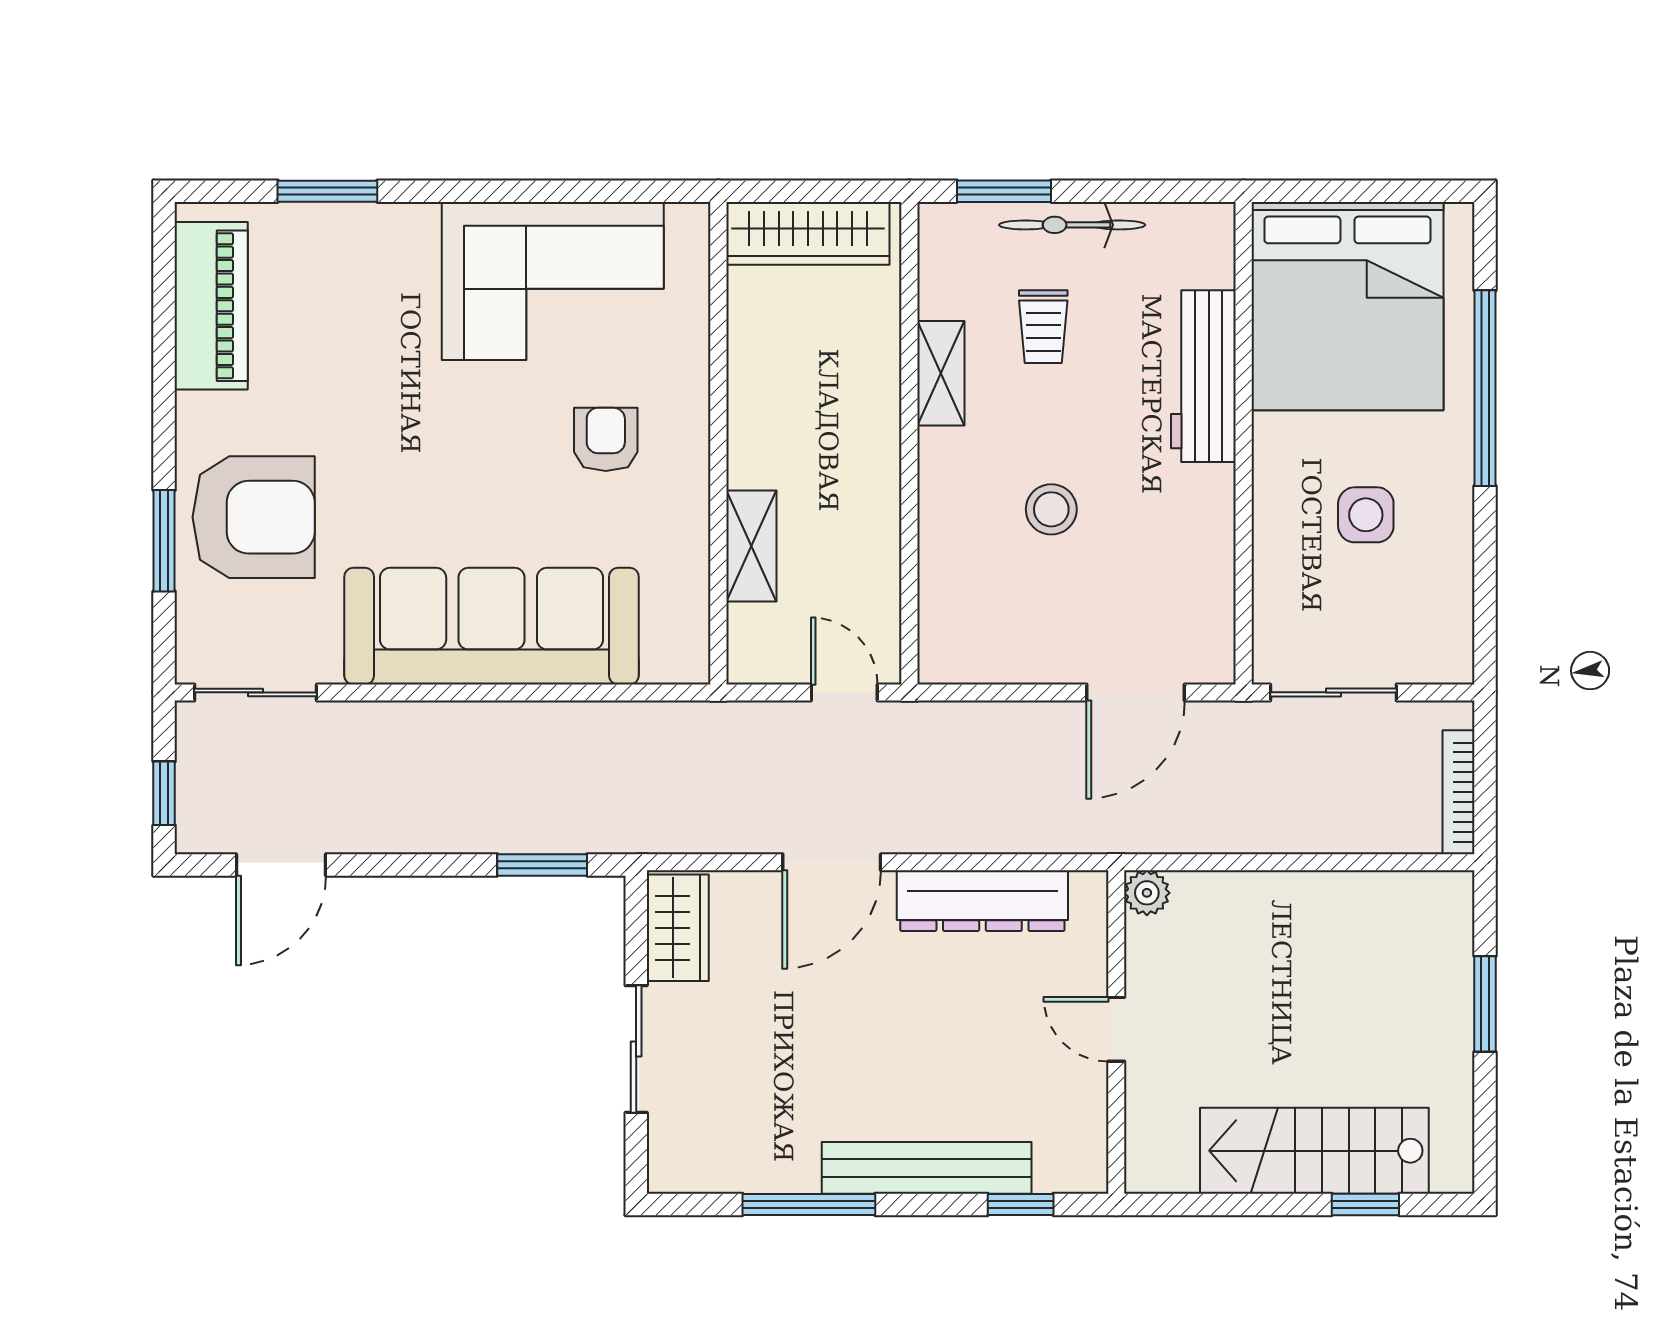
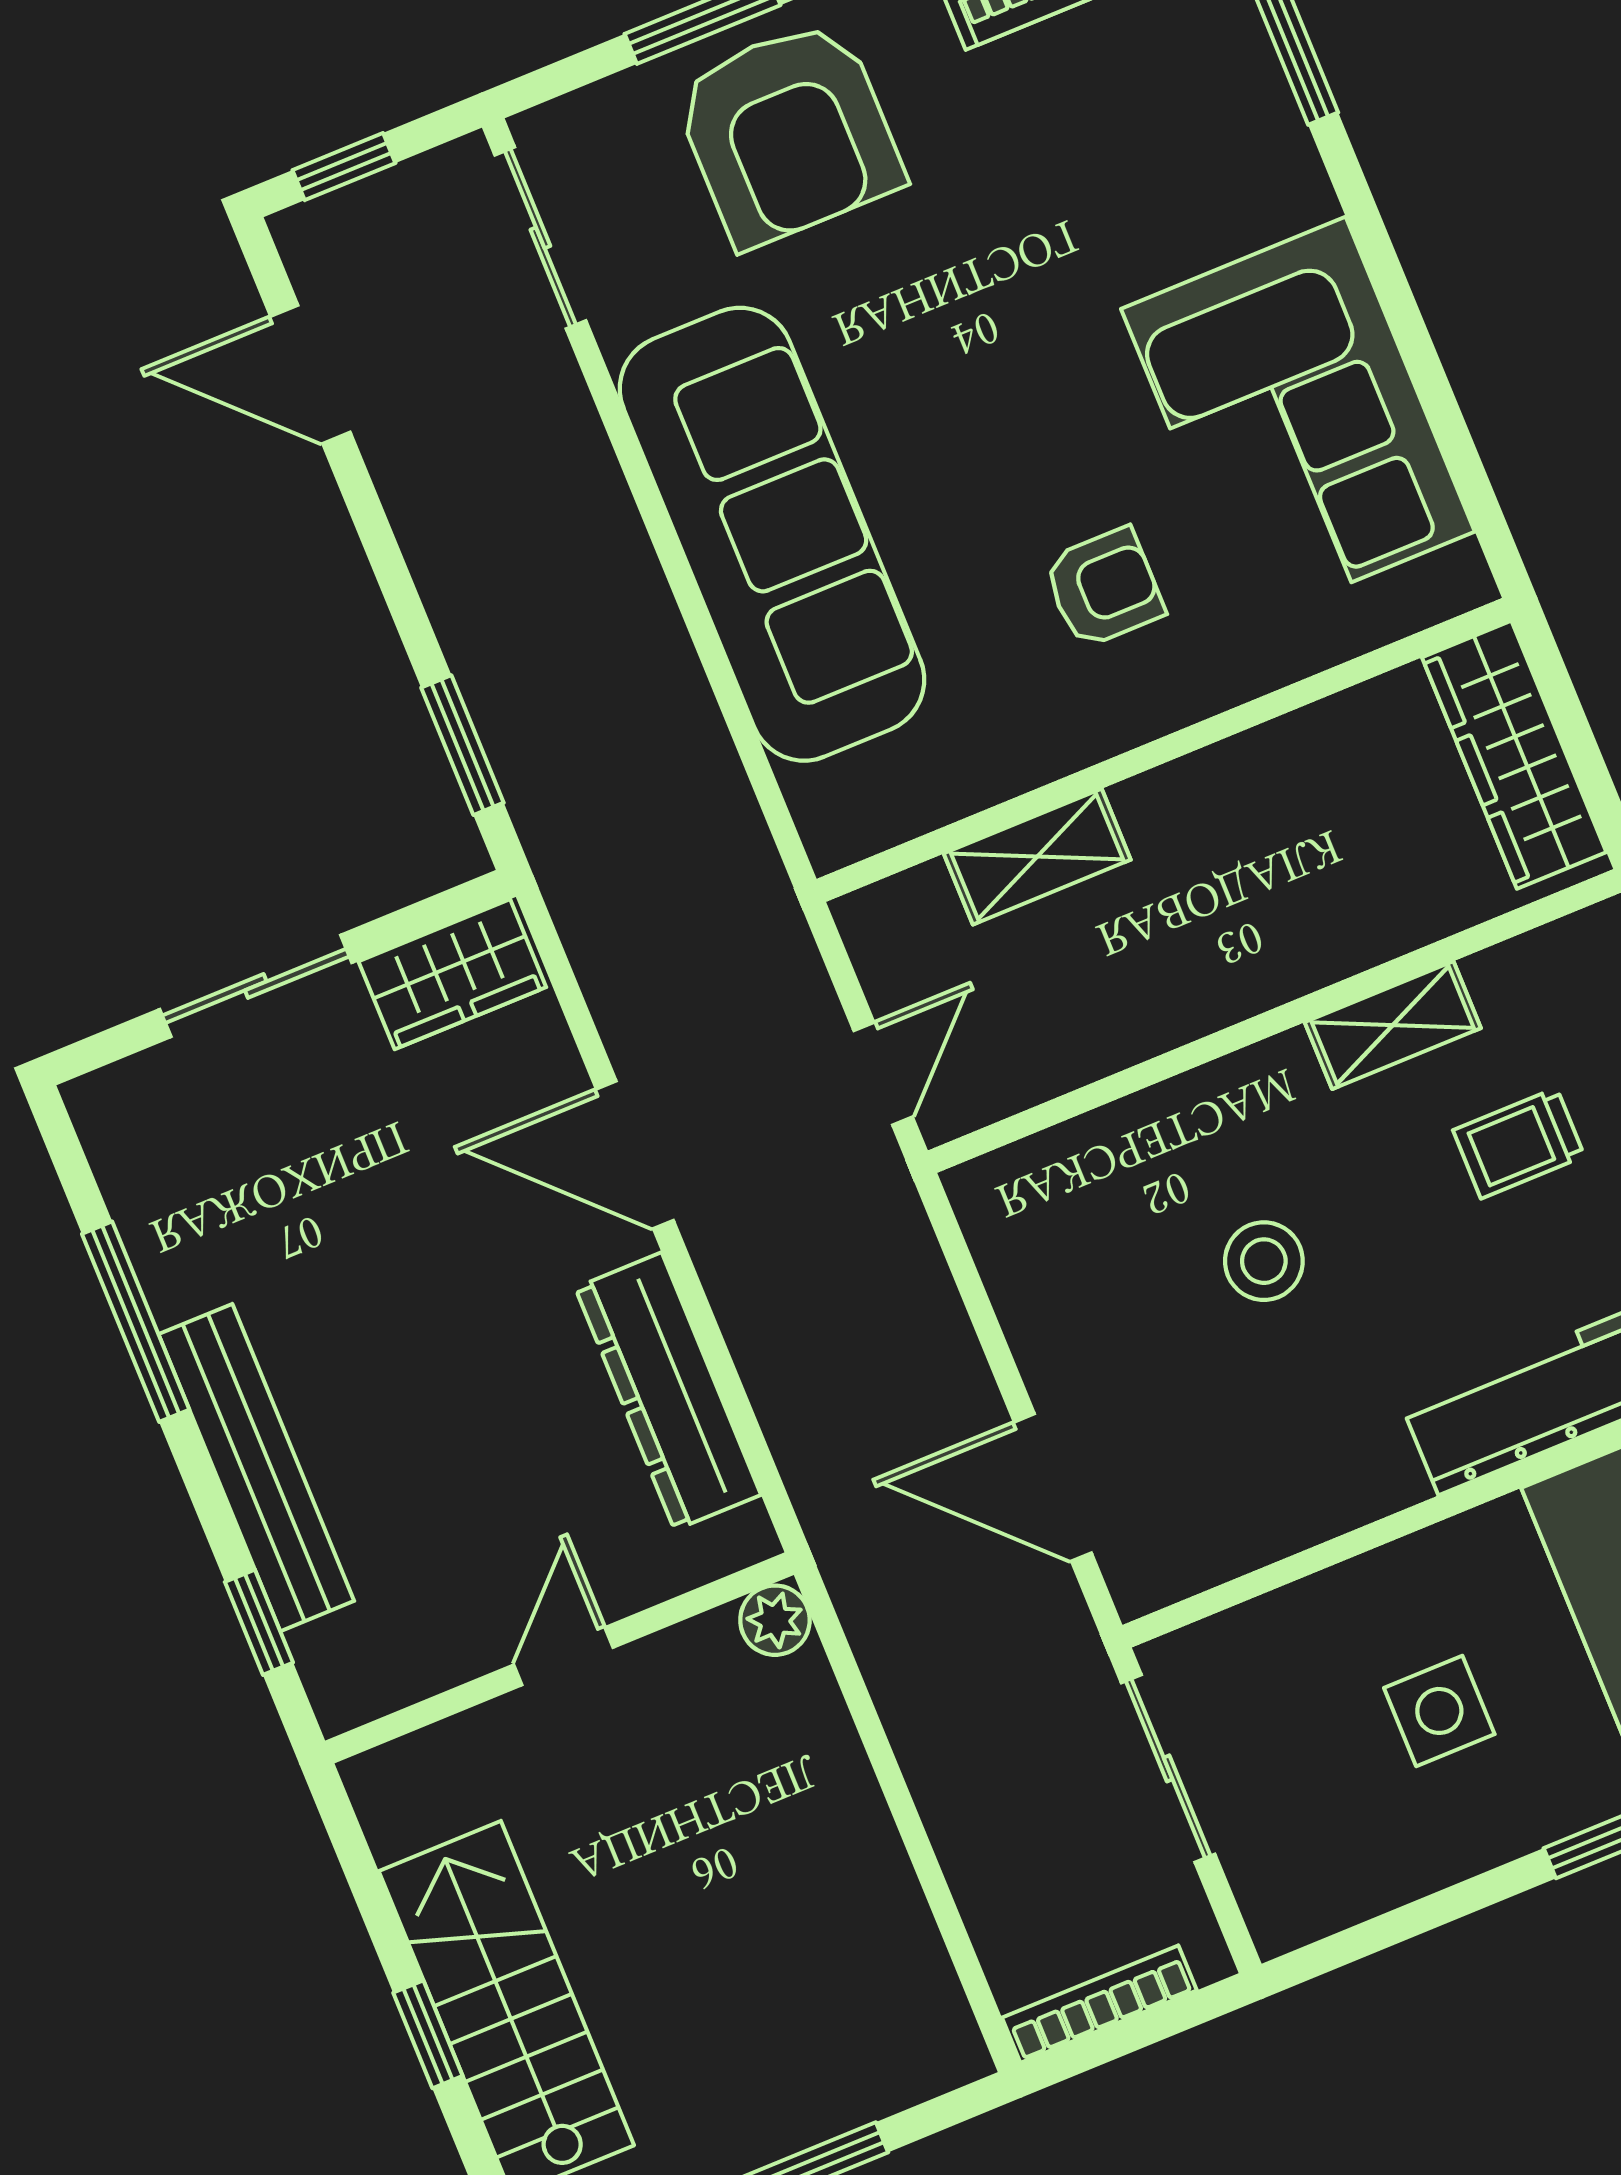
window: (1365, 1204) -> (428, 2034), moved

